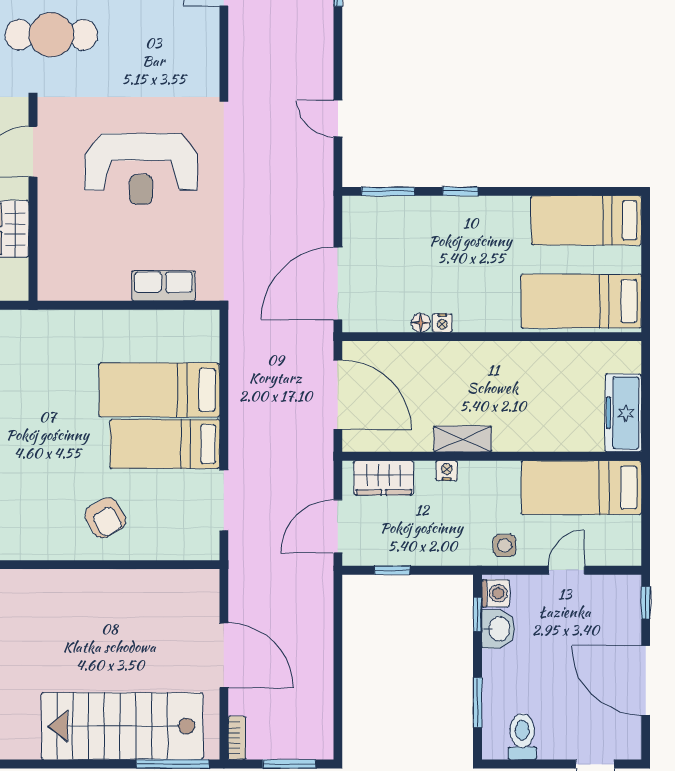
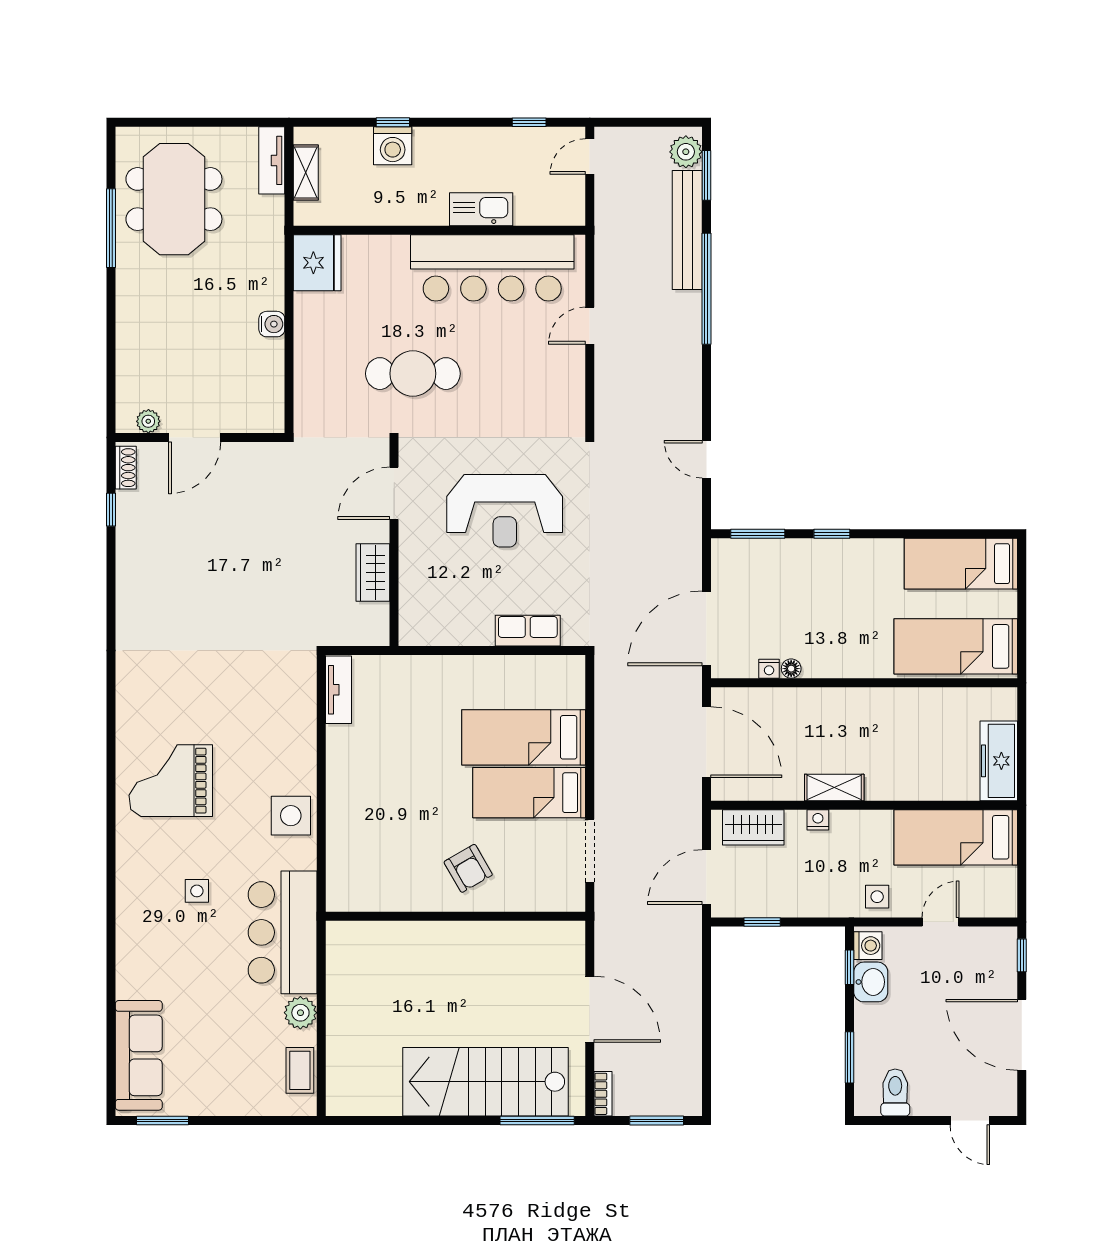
nightstand: (442, 323) -> (769, 669), moved

